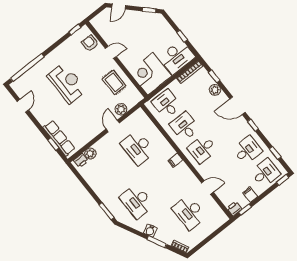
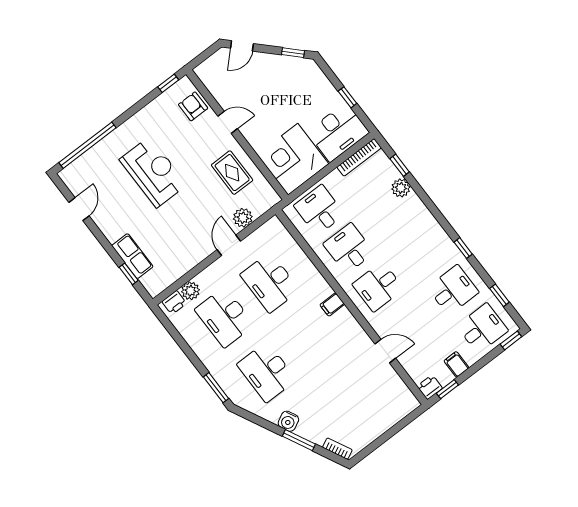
door: (237, 106) -> (438, 215), removed
row of seats: (59, 138) -> (132, 256), width x0.68
desk: (189, 212) -> (225, 317), moved

